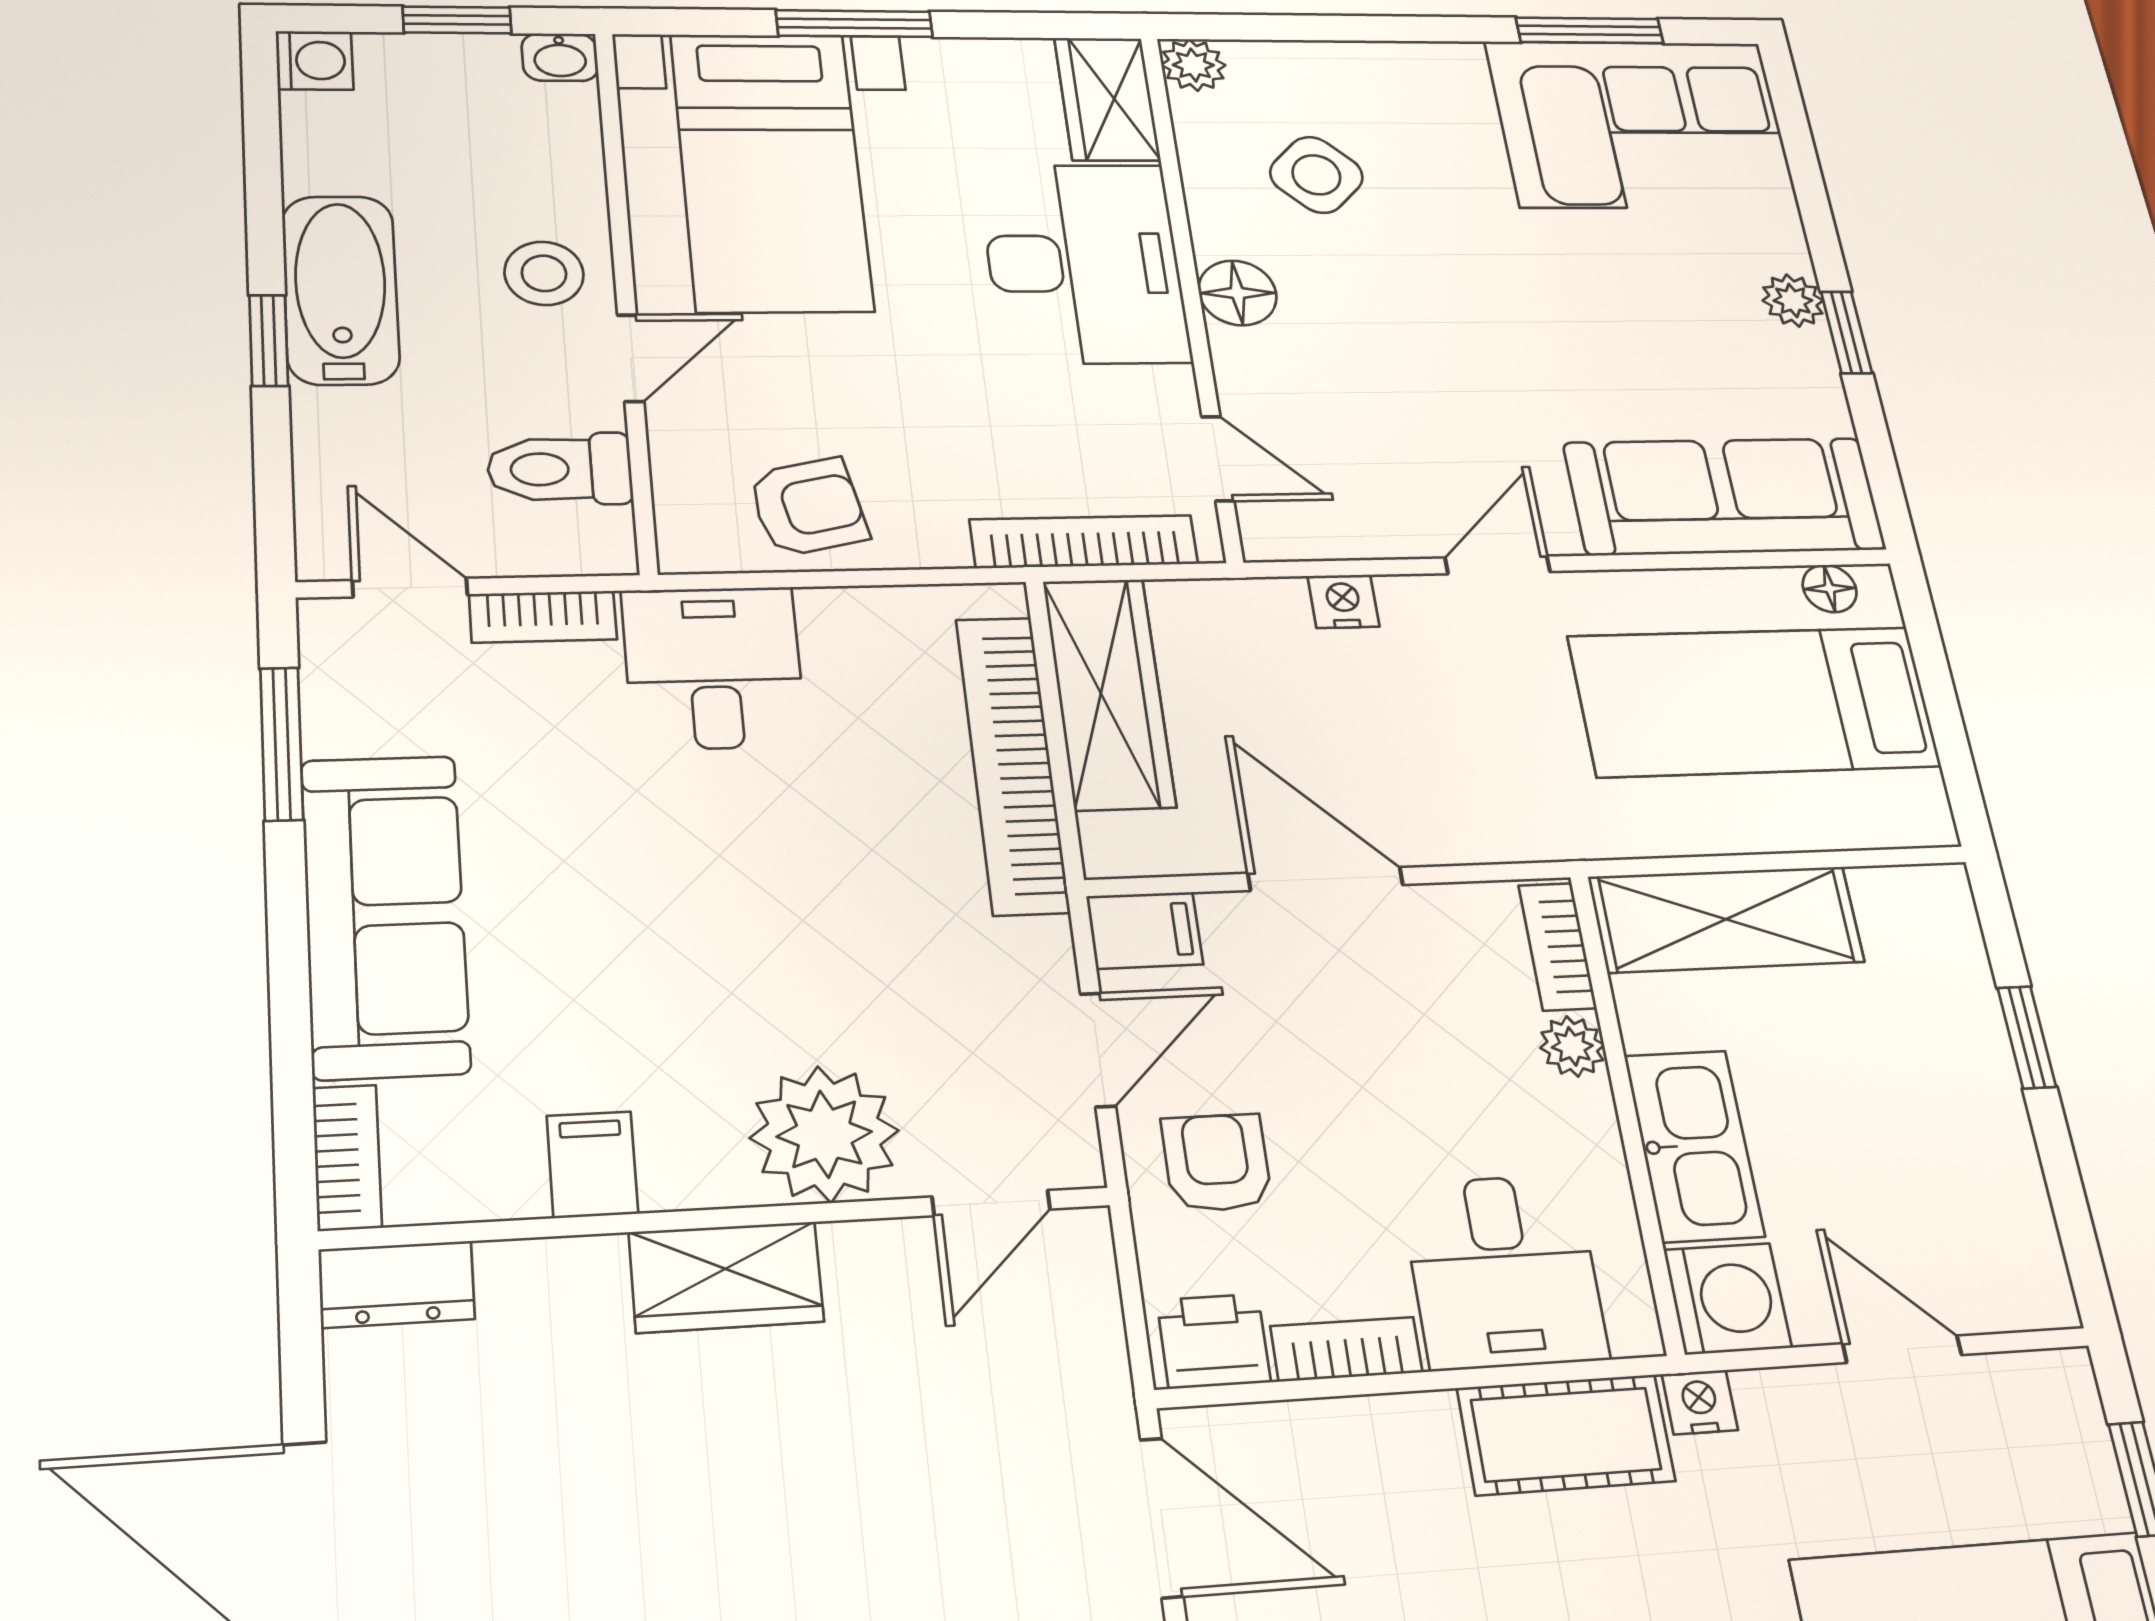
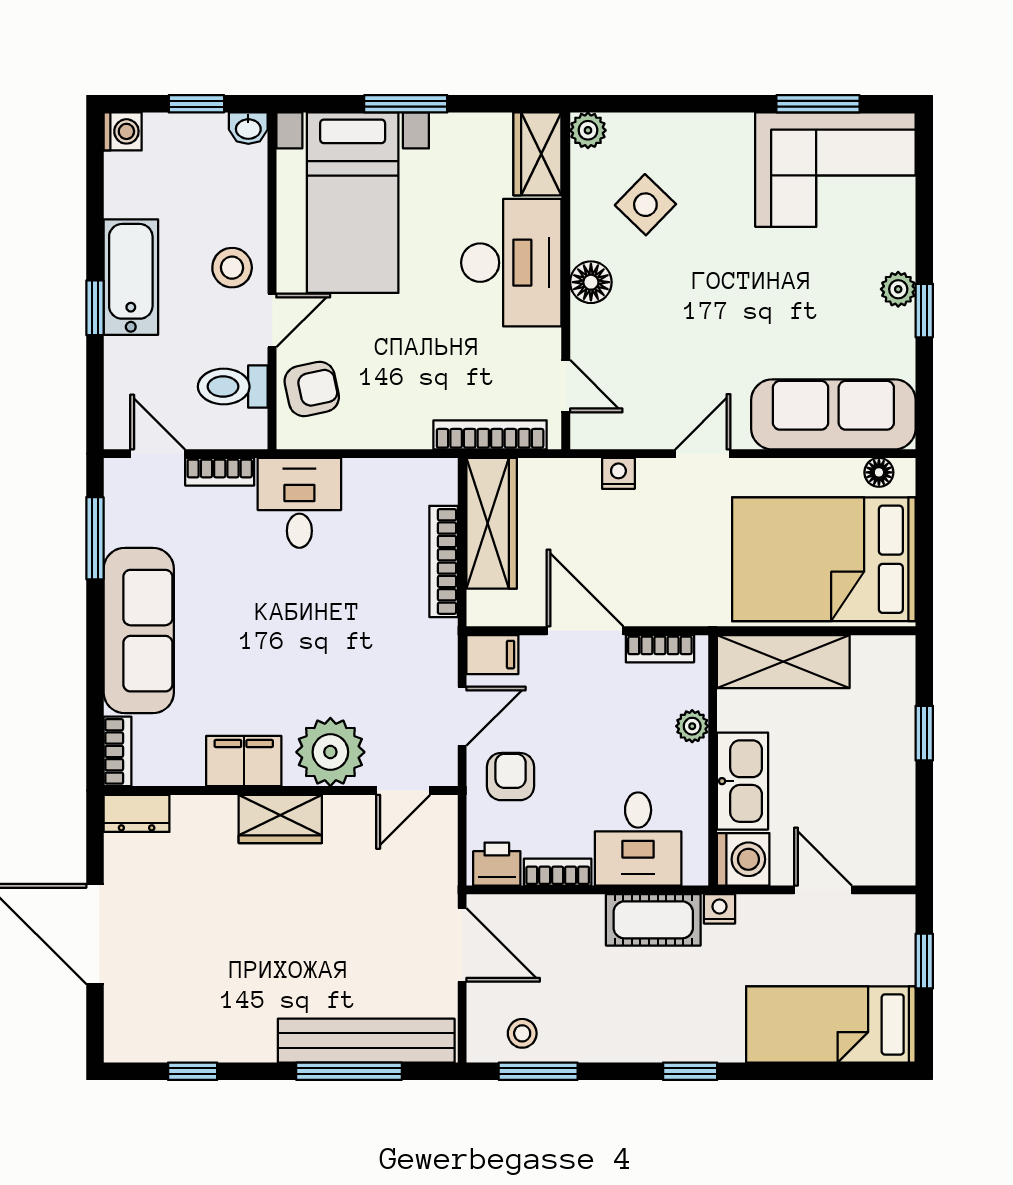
armchair: (808, 507) -> (312, 389), moved
bed: (1754, 701) -> (824, 559), width x1.50
bookcase: (1012, 764) -> (444, 561), width x0.68, depth x0.76
bookcase: (1557, 947) -> (660, 649), moved, turned -90
filing cabinet: (592, 1165) -> (244, 761), width x2.00

